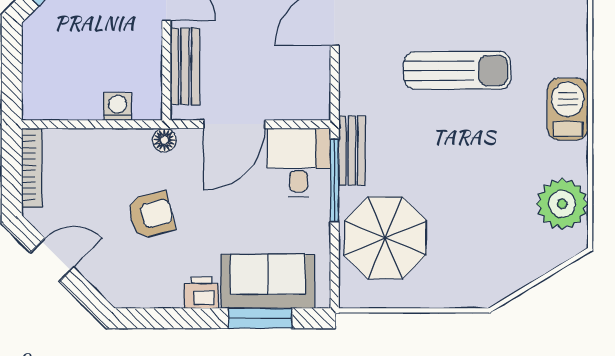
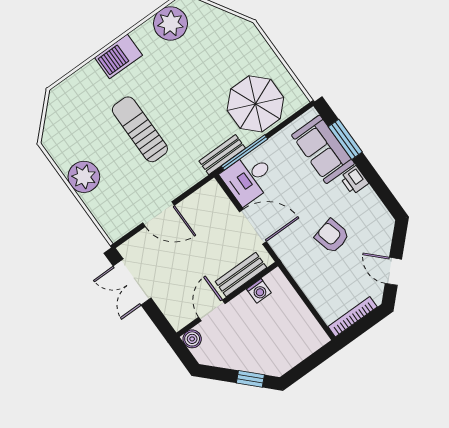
washing machine: (118, 106) -> (259, 291), moved, turned -90
floor lamp: (164, 140) -> (288, 257), removed

